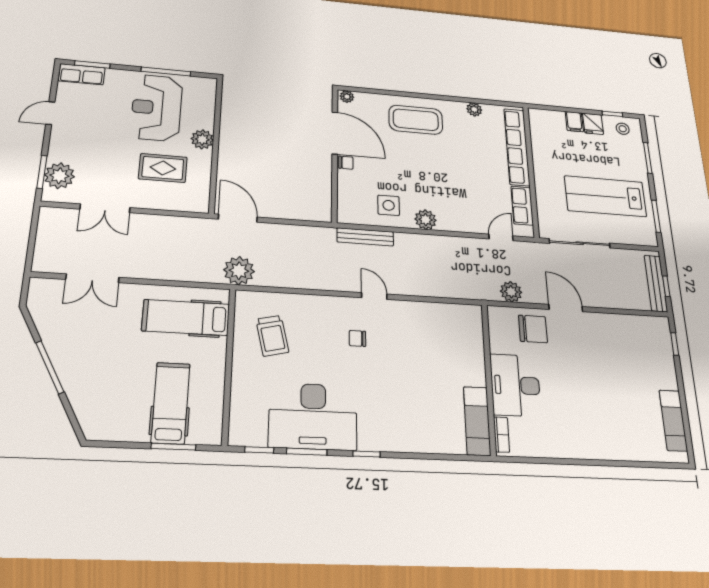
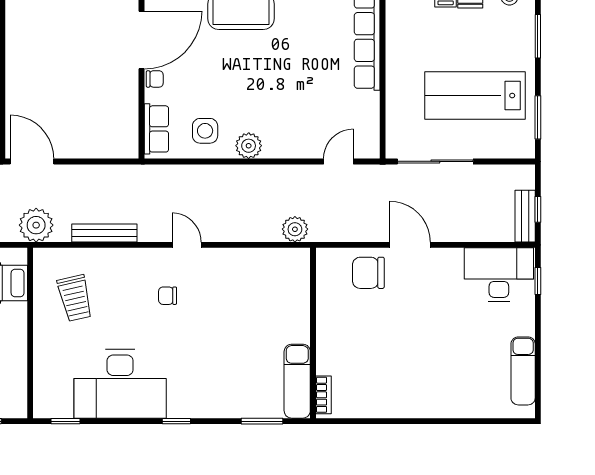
door: (335, 133) -> (141, 40), hinge flipped
row of seats: (522, 206) -> (156, 129), moved, turned 180
bench: (365, 237) -> (104, 233), moved
bench: (656, 283) -> (525, 216), width x0.73
plant: (511, 292) -> (295, 229), moved
chair: (533, 329) -> (368, 273), turned 180
desk: (515, 385) -> (499, 275), moved, turned 90
window: (307, 452) -> (262, 421), moved

